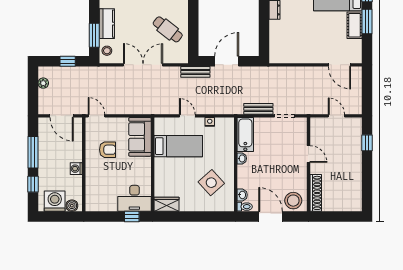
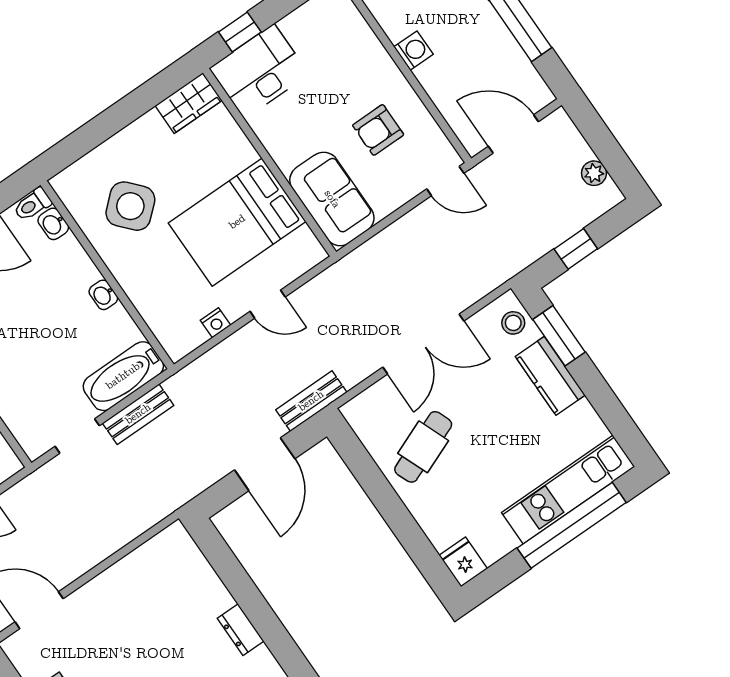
cafe table: (168, 29) -> (423, 447), turned -60
bathtub: (245, 135) -> (123, 376), moved, turned 90
bed: (178, 146) -> (237, 222), width x1.50

